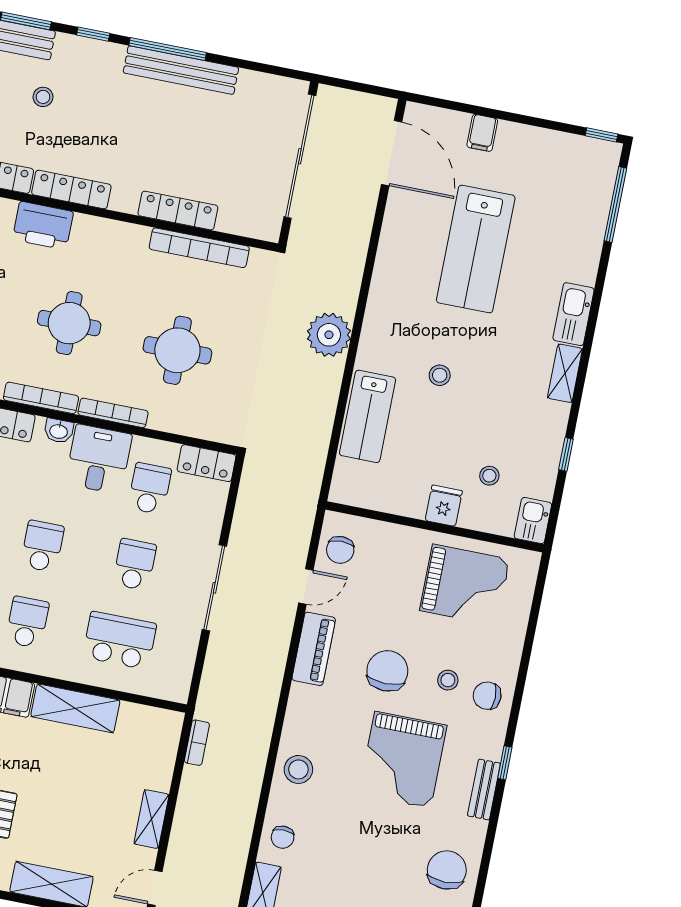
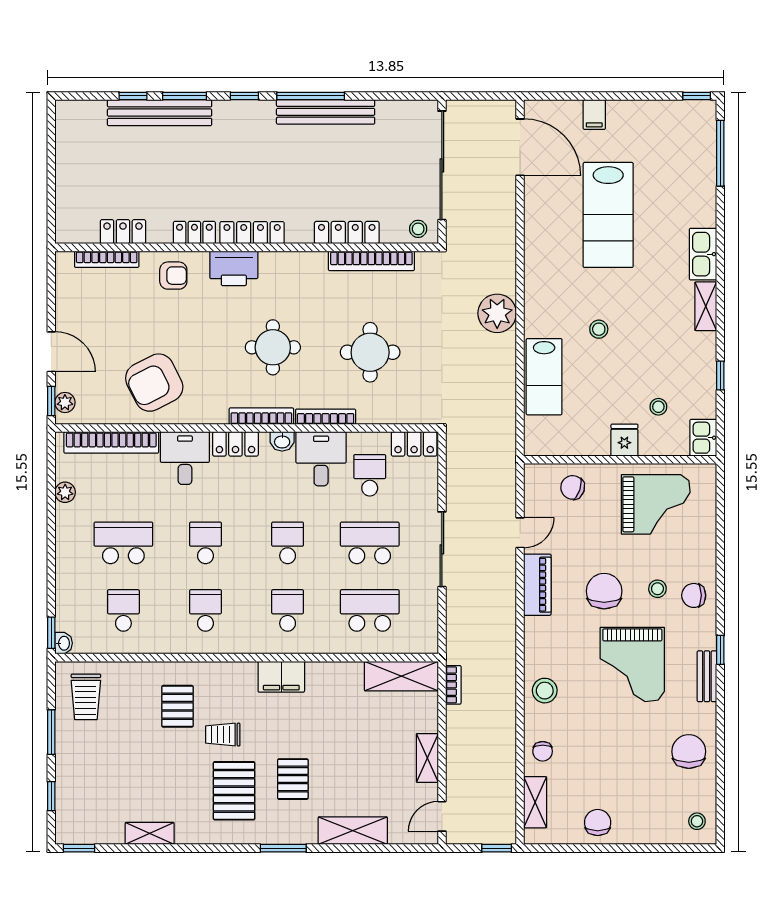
stool: (43, 97) -> (418, 229), moved
chair: (340, 550) -> (573, 487), moved, turned 109
school desk: (135, 564) -> (370, 543), width x1.85
shelving: (75, 708) -> (401, 676), moved

